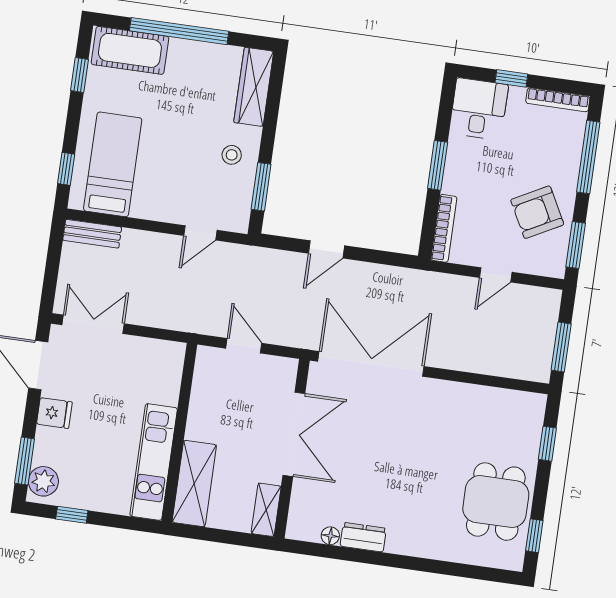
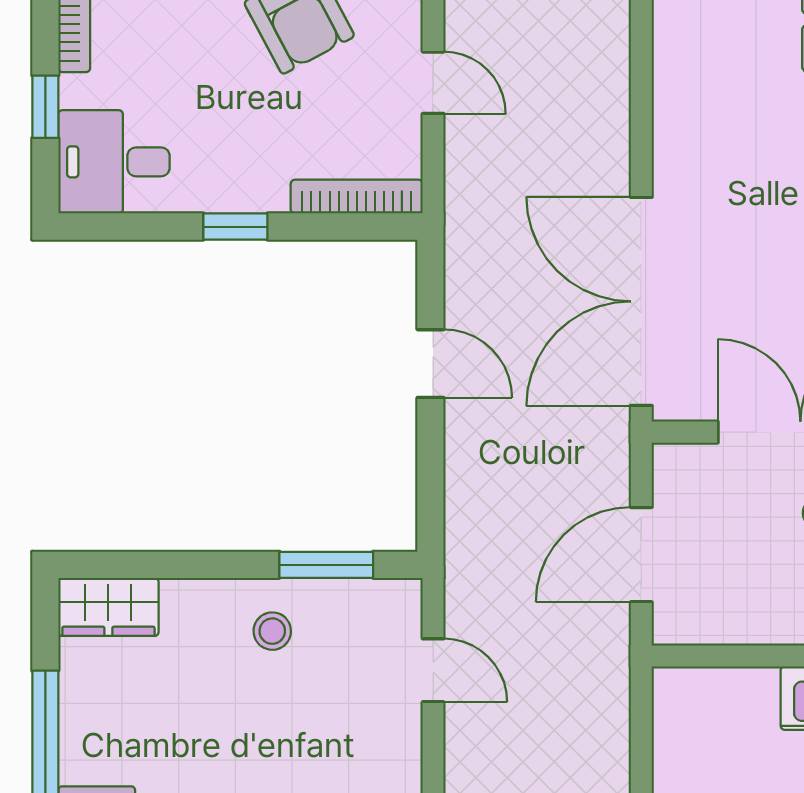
wardrobe: (254, 87) -> (108, 607), width x0.67
window: (438, 165) -> (235, 227), width x0.67
door: (326, 249) -> (430, 364), moved
door: (244, 346) -> (641, 555), width x1.38

